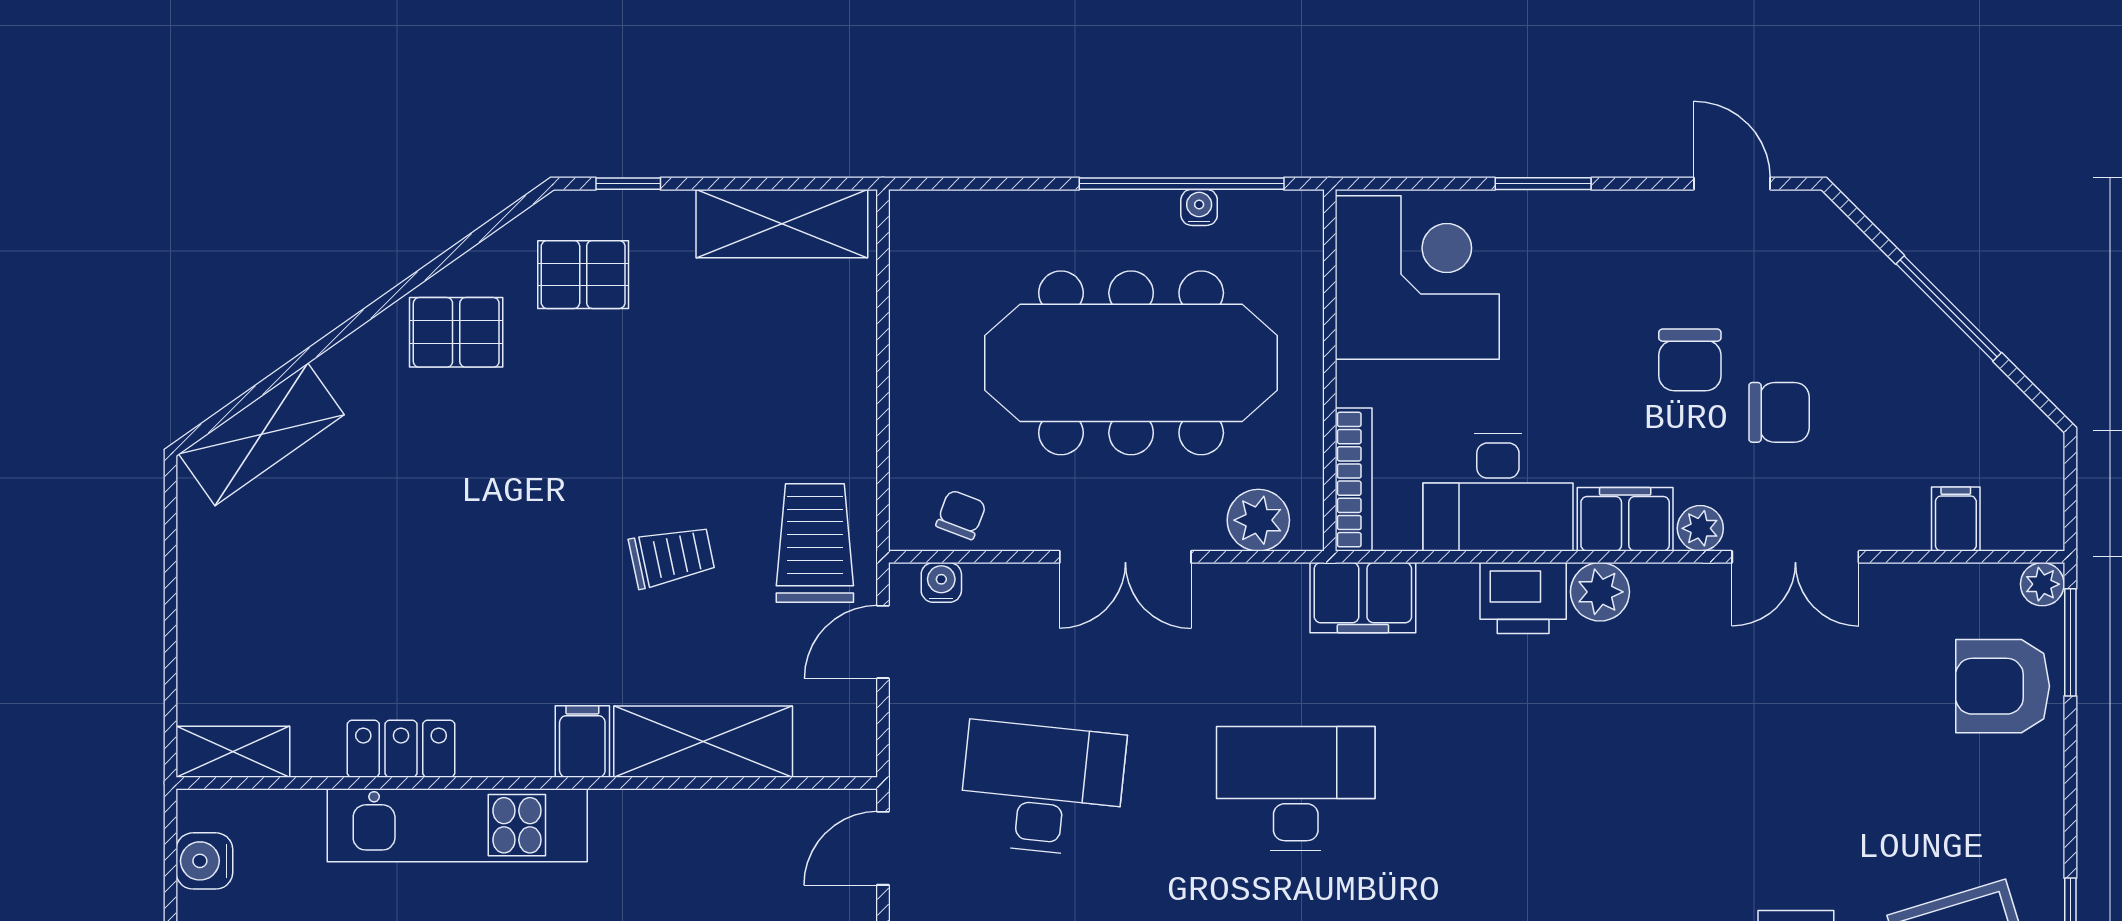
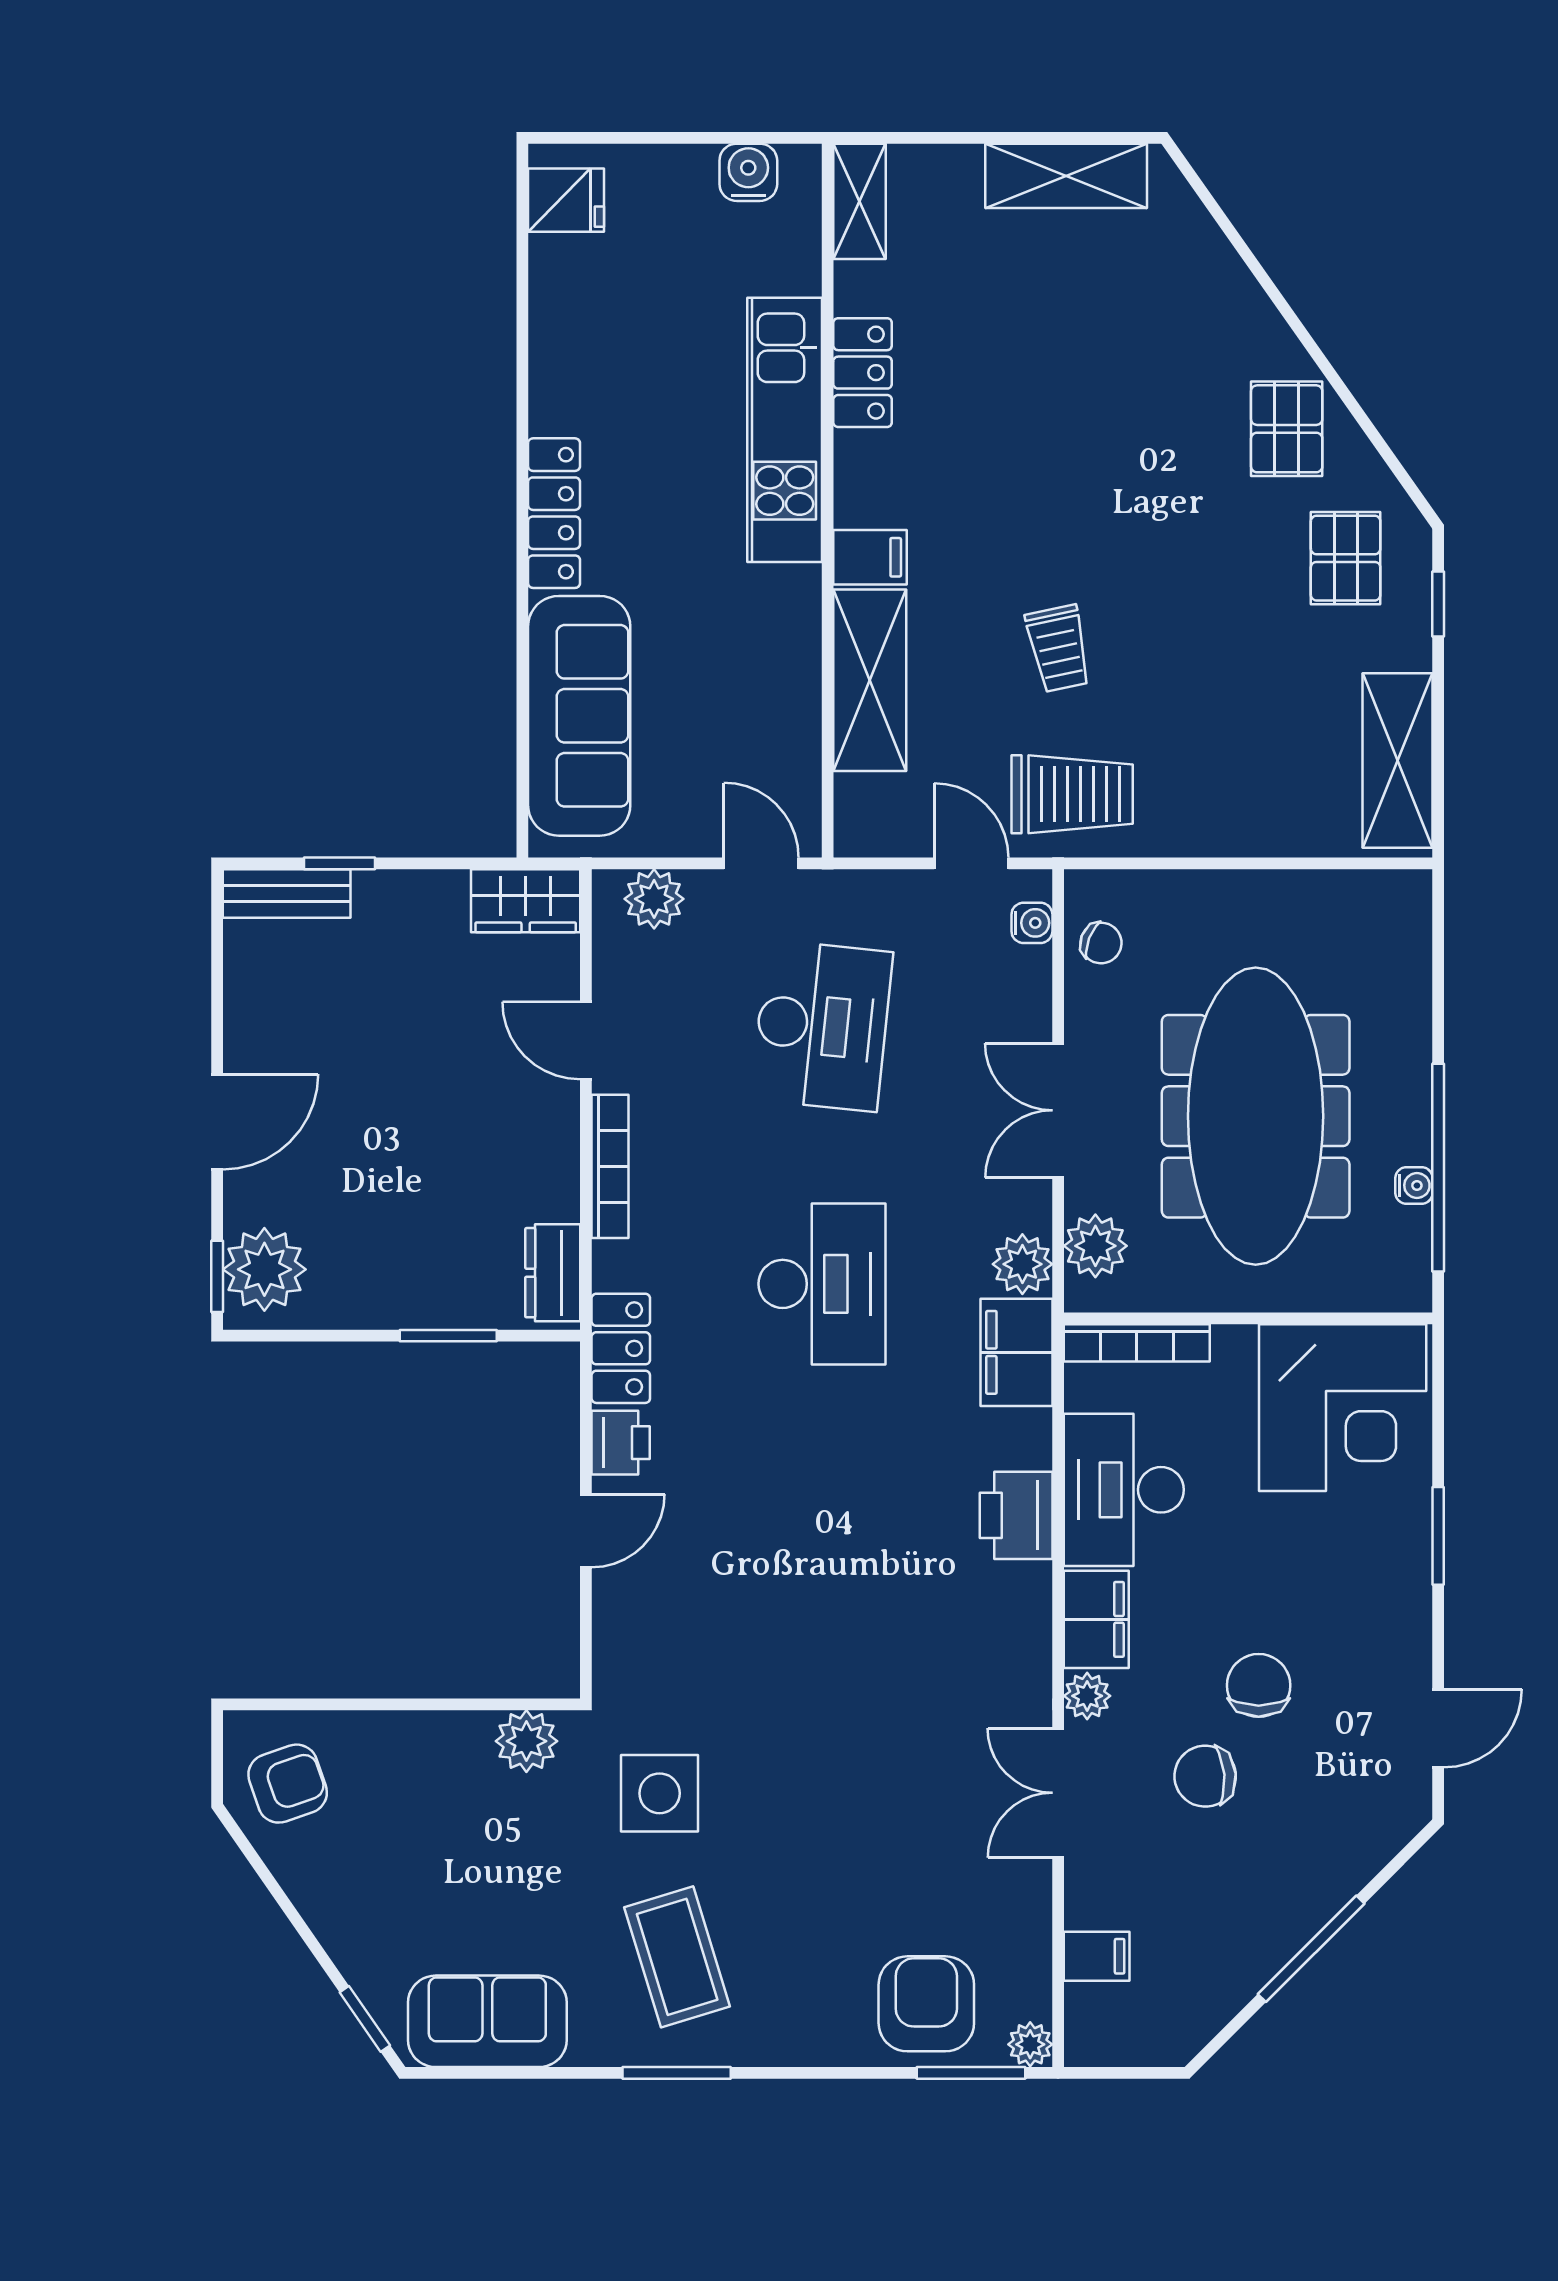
chair: (1690, 360) -> (1259, 1685), turned 90
chair: (1779, 412) -> (1205, 1776), turned 85
shelving: (261, 434) -> (1066, 176), moved, turned -55
plant: (1600, 592) -> (1022, 1264), moved

